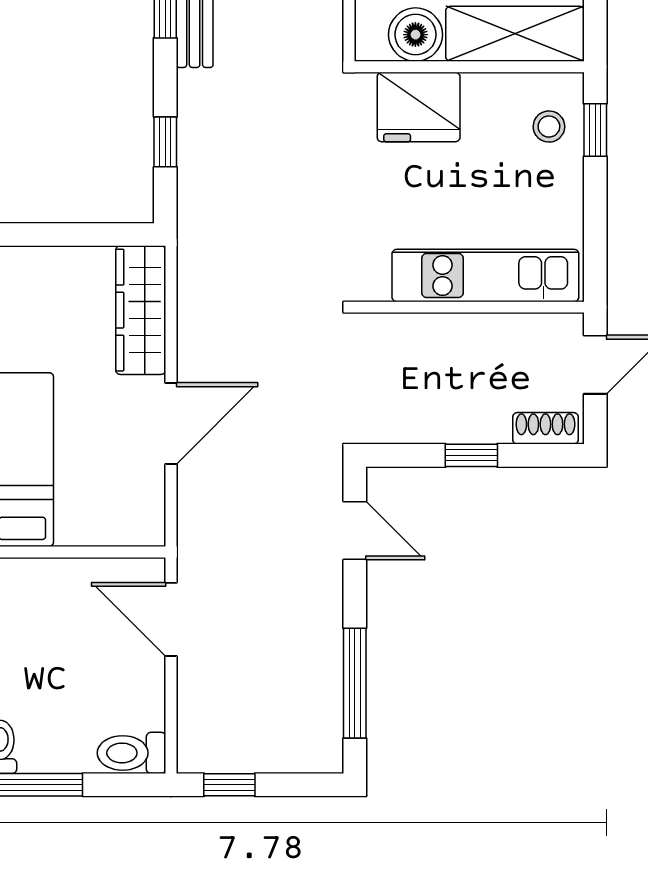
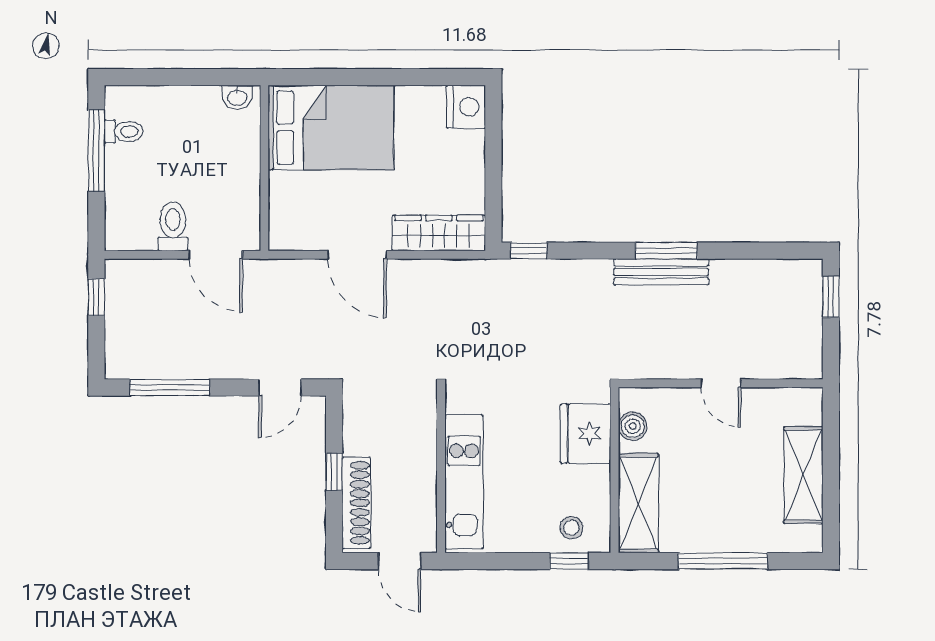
boiler: (415, 35) -> (633, 426), width x0.73, depth x0.73
window: (165, 142) -> (529, 251), moved
shoe rack: (545, 428) -> (356, 503), width x1.94, depth x1.24
door: (171, 619) -> (216, 255), swing flipped
toilet: (131, 753) -> (173, 226), moved

